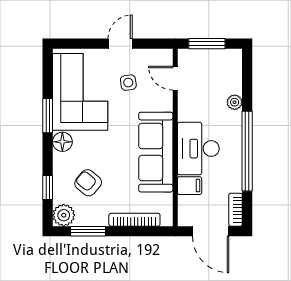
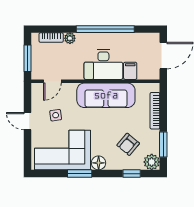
bookcase: (236, 210) -> (51, 38), moved

